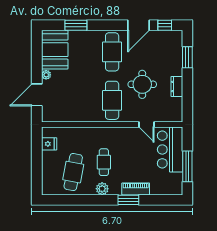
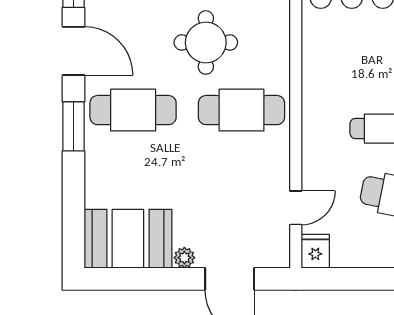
window: (76, 25) -> (73, 126), moved
door: (146, 124) -> (296, 208), moved
fridge: (49, 144) -> (315, 251), moved

